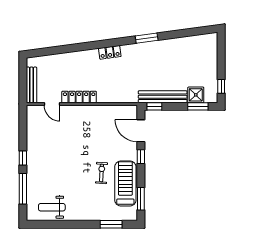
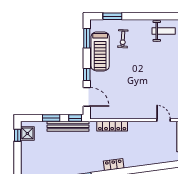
shower: (196, 95) -> (27, 133), moved
locker: (79, 97) -> (112, 126), moved
window: (198, 106) -> (51, 118), moved
exercise bike: (102, 173) -> (123, 39), moved

